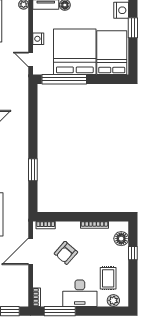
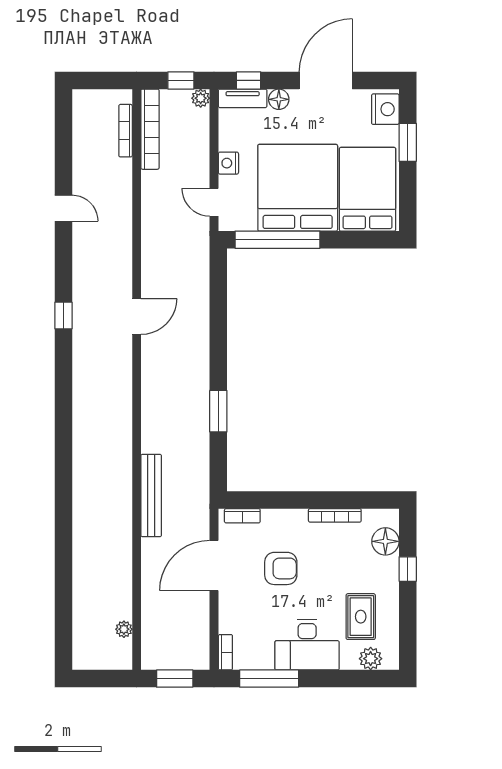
armchair: (66, 253) -> (281, 568), turned -131

